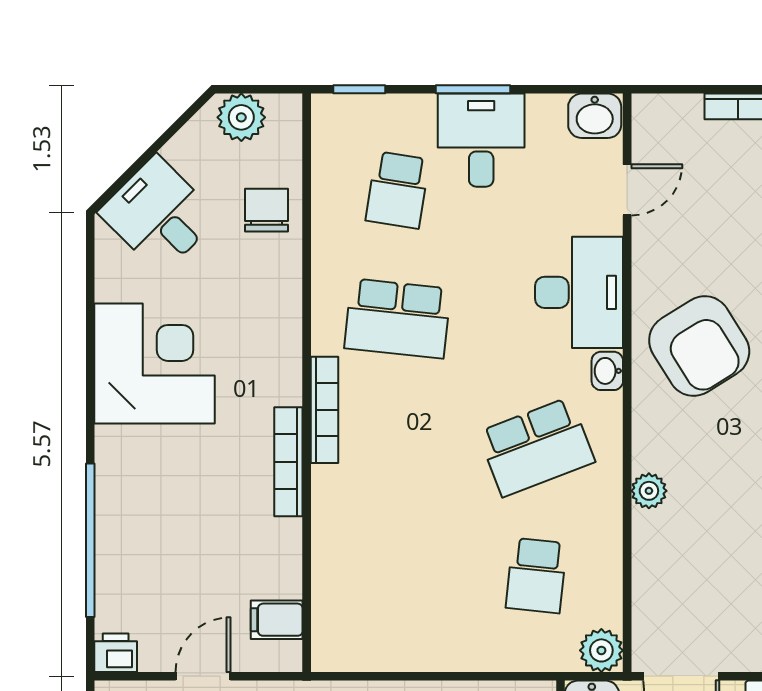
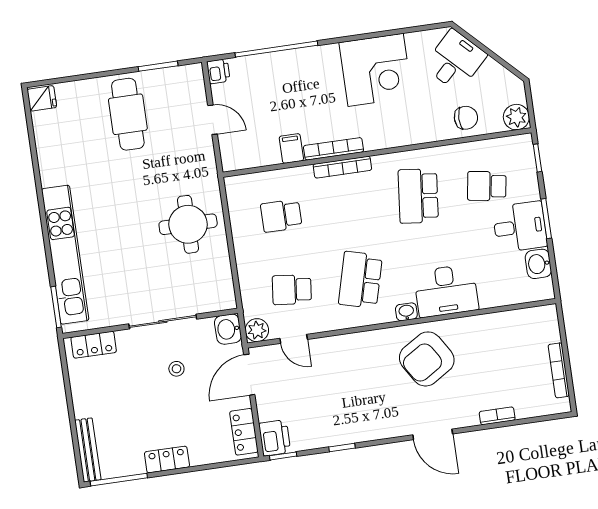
washbasin: (595, 116) -> (538, 264), moved
plant: (241, 117) -> (516, 117), moved
door: (627, 190) -> (294, 339), moved
bookcase: (324, 410) -> (342, 167), moved
school desk: (536, 447) -> (360, 280), turned 36
plant: (649, 491) -> (346, 343), removed
school desk: (398, 576) -> (281, 216), added
filing cabinet: (277, 620) -> (291, 148), moved

